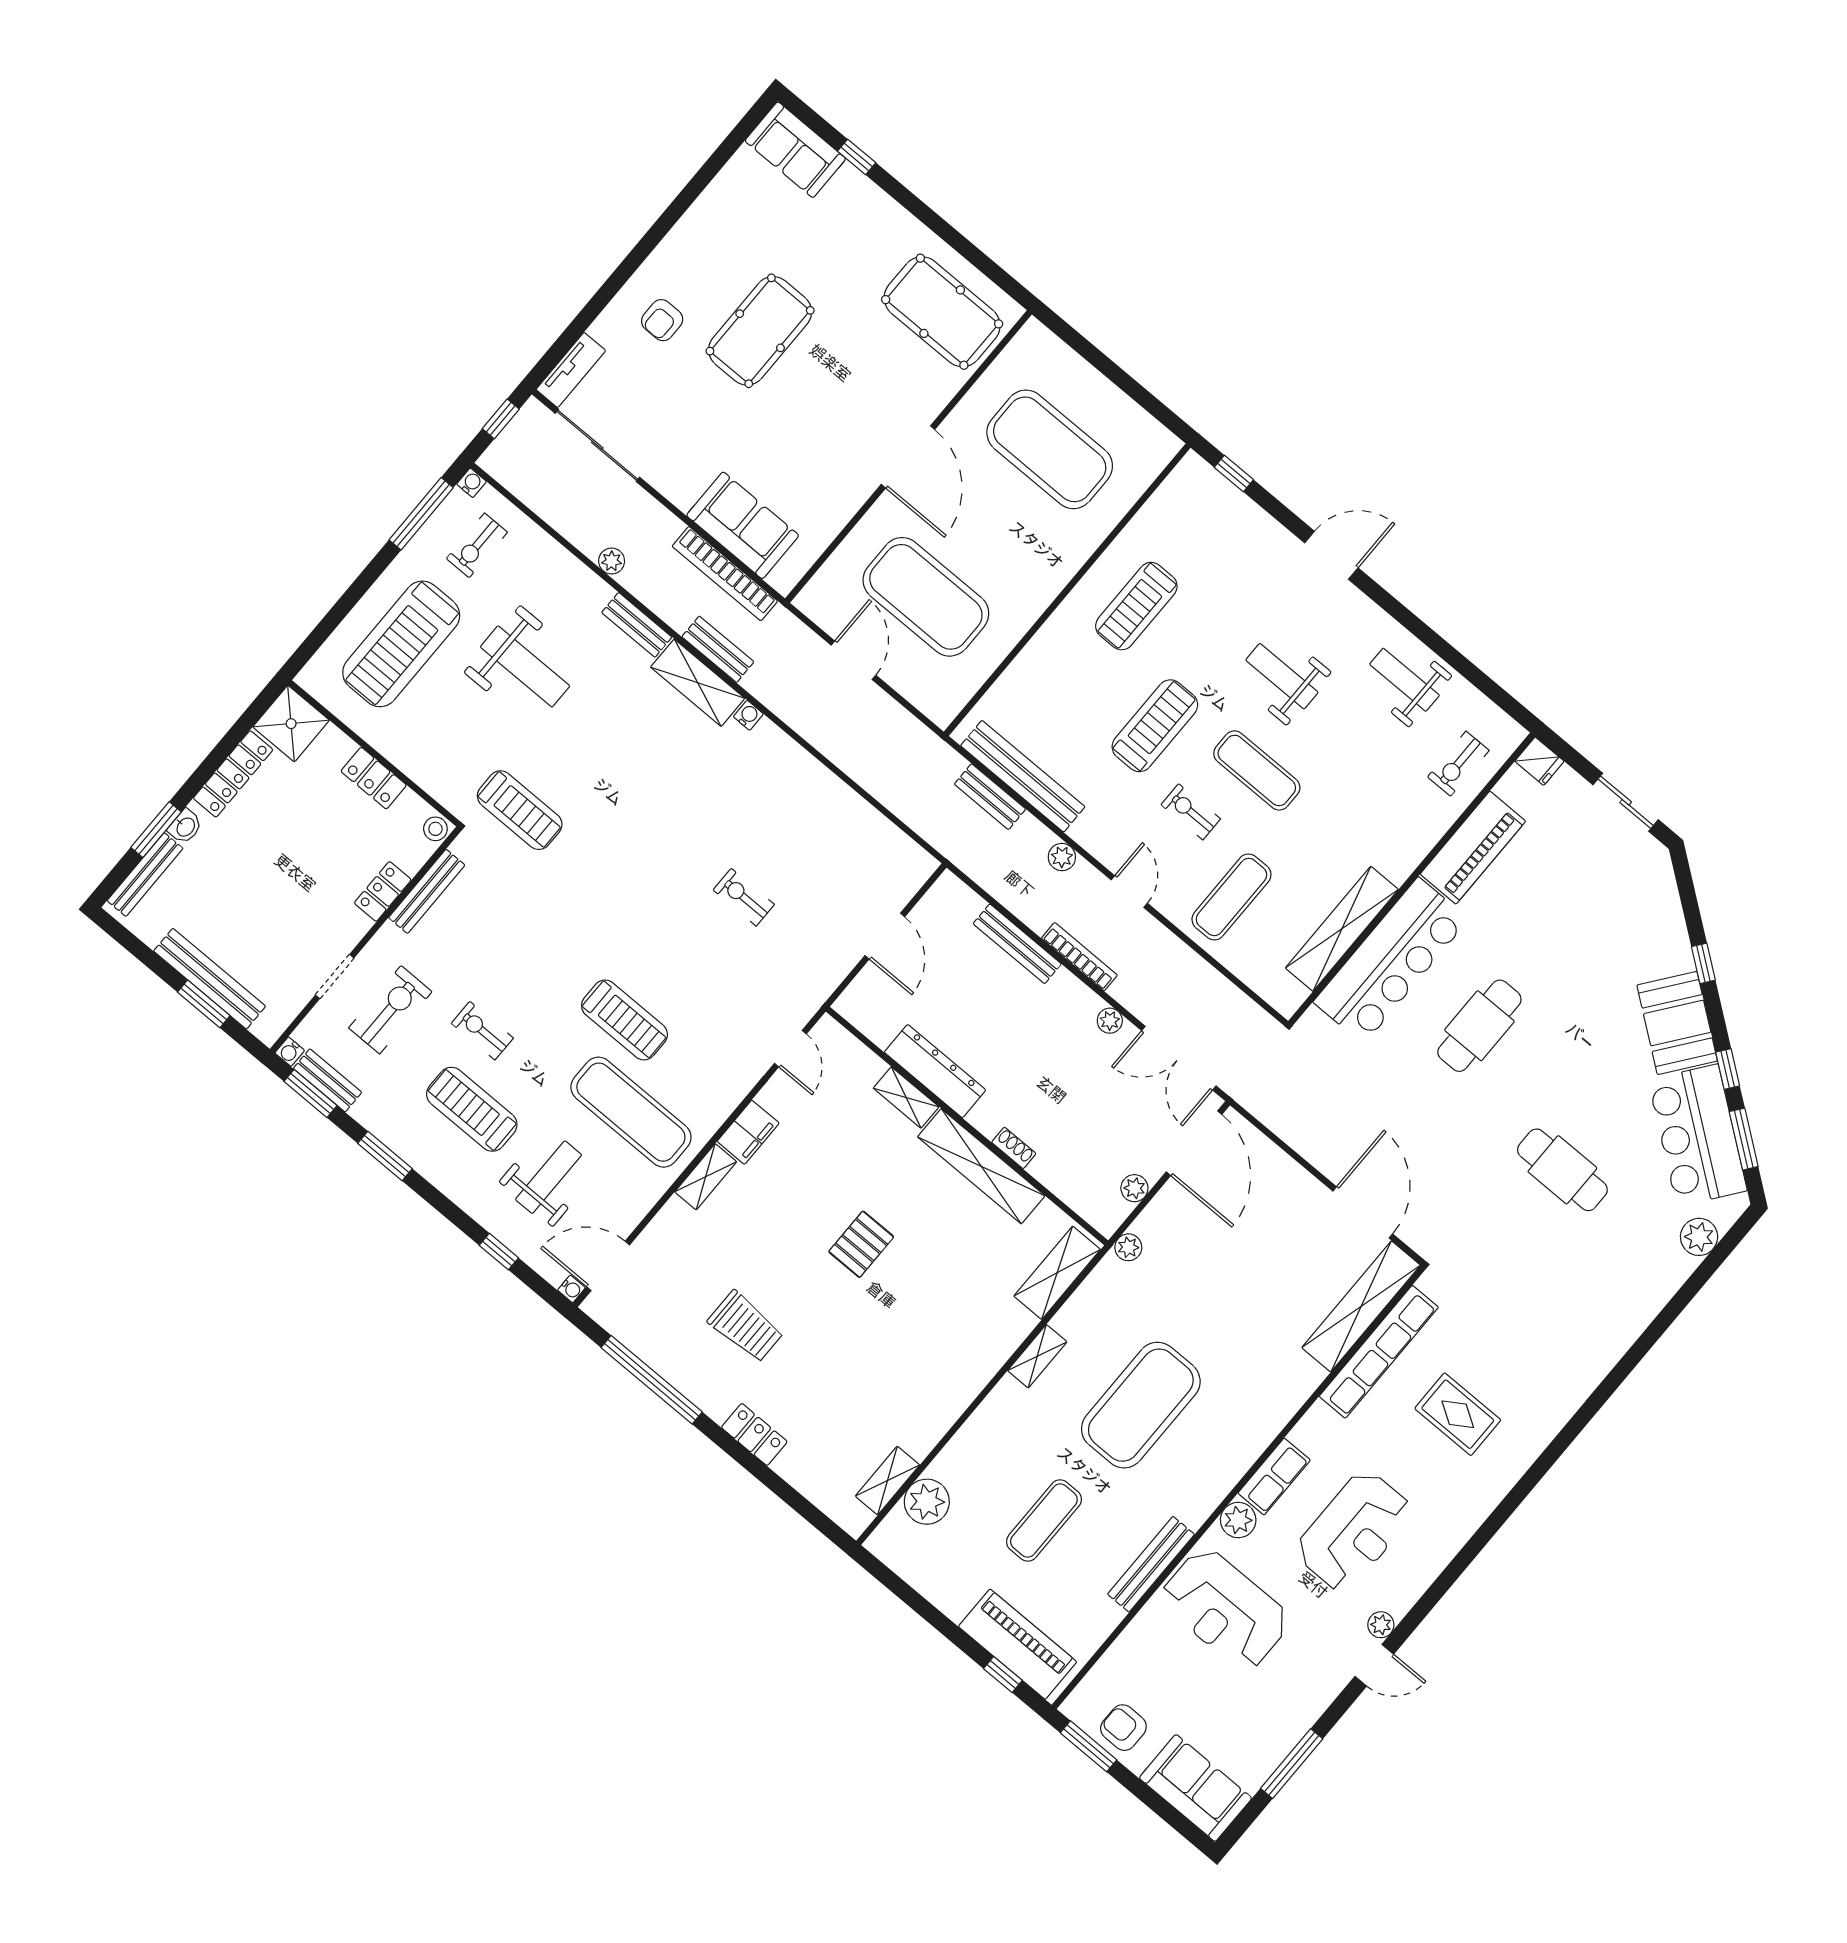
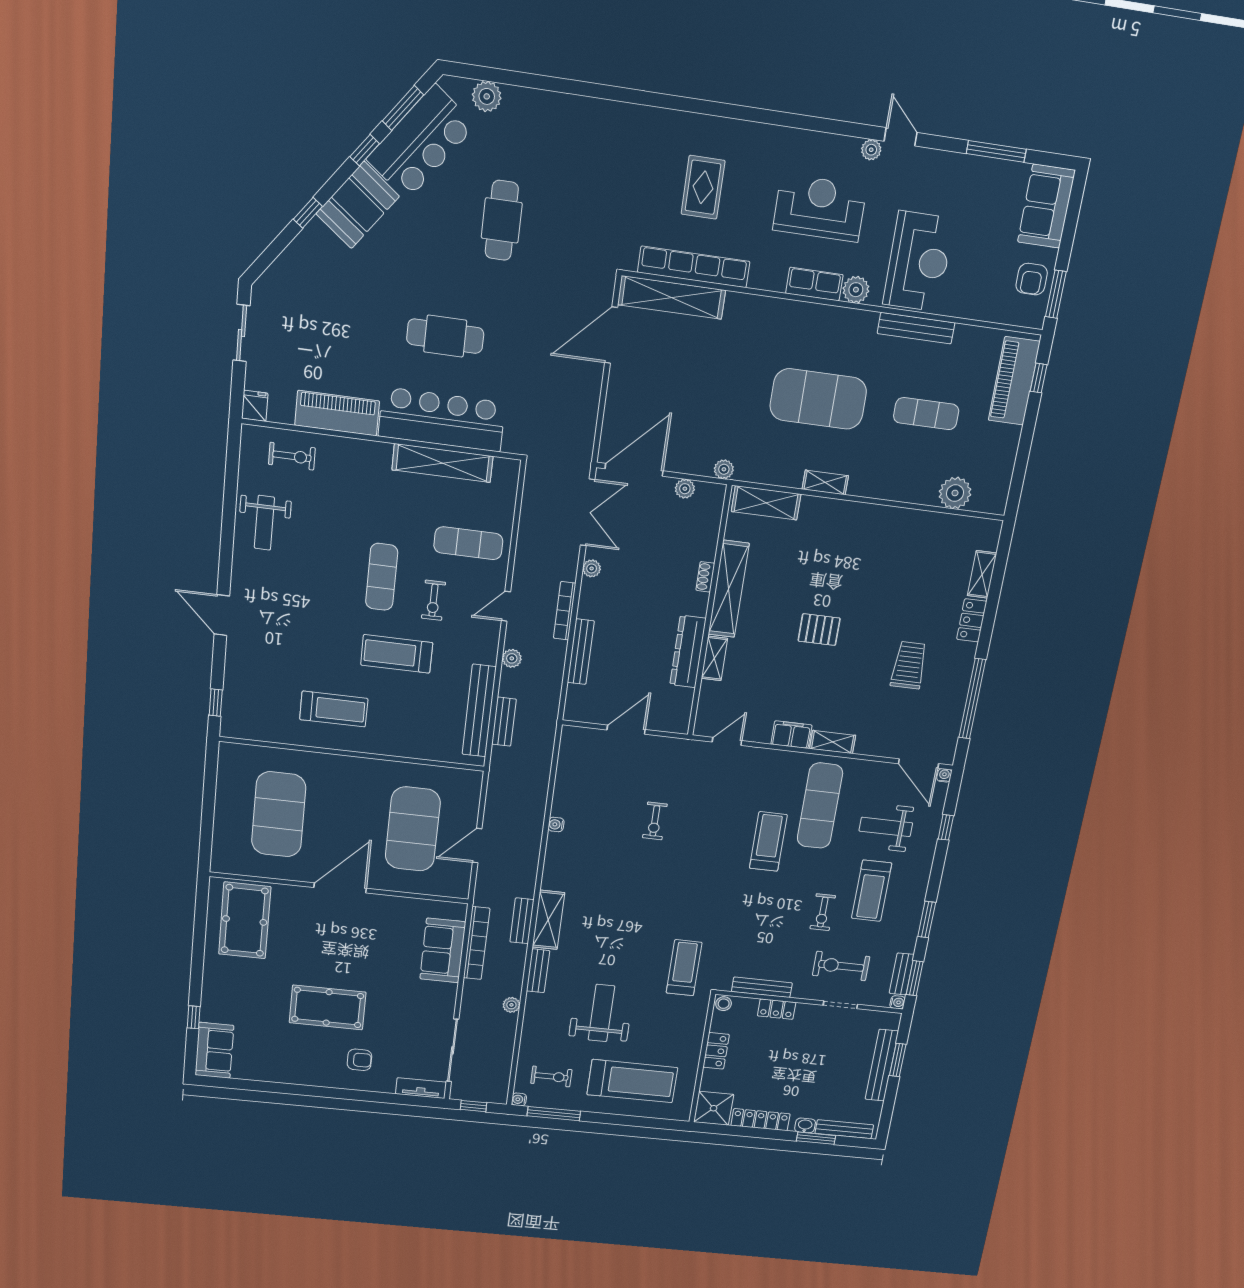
weight bench: (1282, 676) -> (315, 598), removed
water cooler: (748, 715) -> (556, 824), moved
shelving: (888, 1481) -> (982, 574), moved, turned 90

